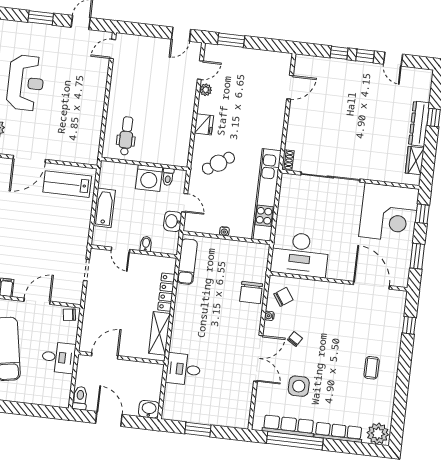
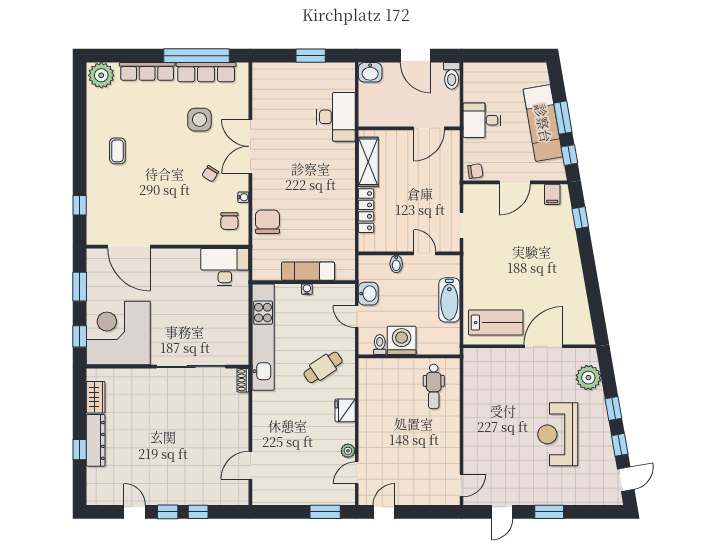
desk: (300, 254) -> (225, 267), width x0.73, depth x0.77
exam couch: (187, 262) -> (308, 271), moved, turned 90
chair: (283, 297) -> (229, 221), turned -55
desk: (183, 369) -> (336, 117), width x1.37

